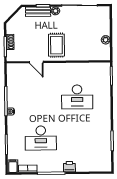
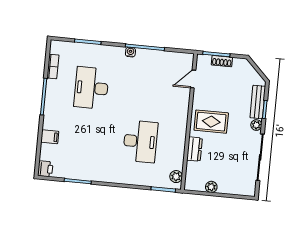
dresser: (79, 55) -> (195, 149), added
door: (36, 62) -> (193, 79), moved
plant: (101, 67) -> (176, 177), added
desk: (77, 97) -> (140, 141), turned 180
filing cabinet: (13, 166) -> (50, 137), moved
printer: (69, 167) -> (45, 169), moved

